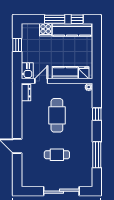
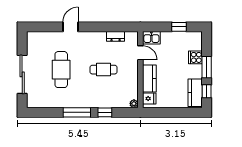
kitchen counter: (72, 30) -> (195, 93), width x0.67
dresser: (26, 93) -> (116, 36), moved
cafe table: (57, 115) -> (104, 70), width x0.73, depth x0.74
cafe table: (57, 155) -> (61, 70), width x1.37, depth x1.35
window: (97, 155) -> (77, 112), moved

